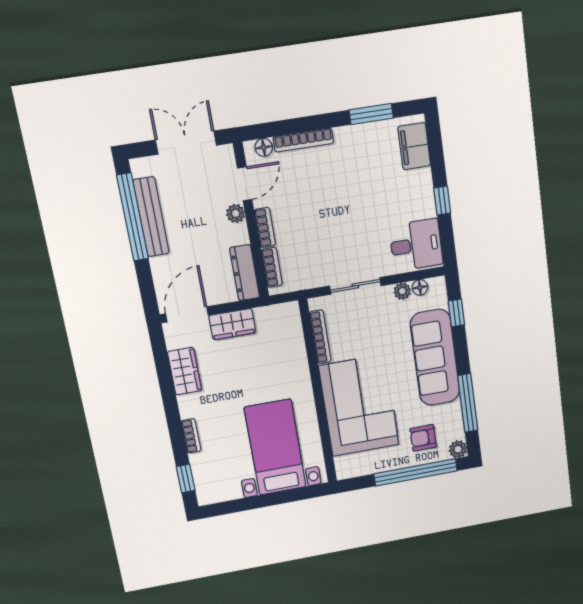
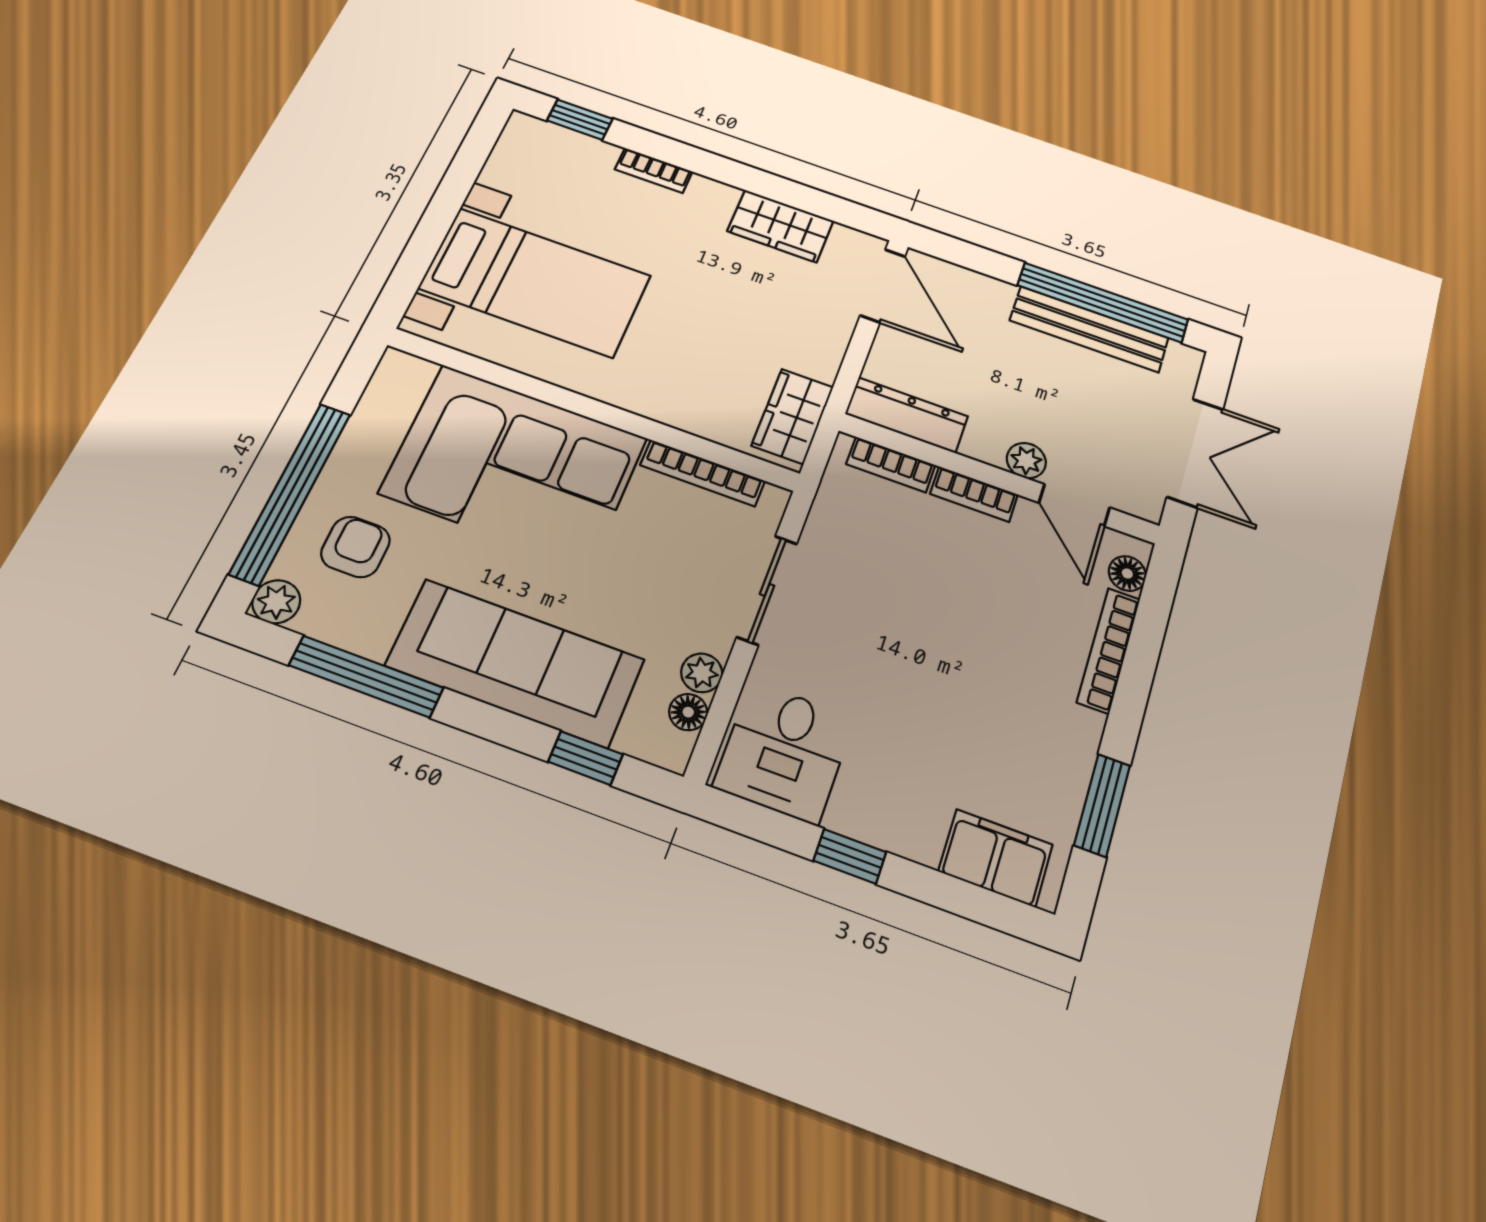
wardrobe: (232, 324) -> (793, 416), moved

